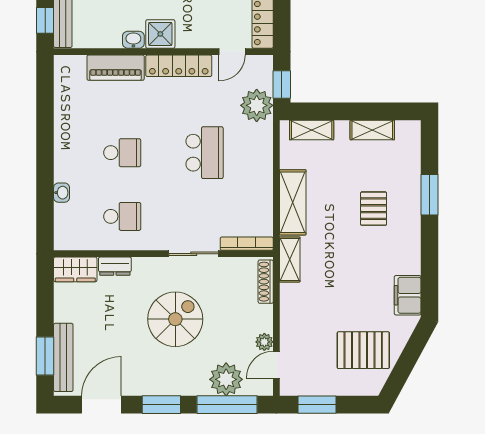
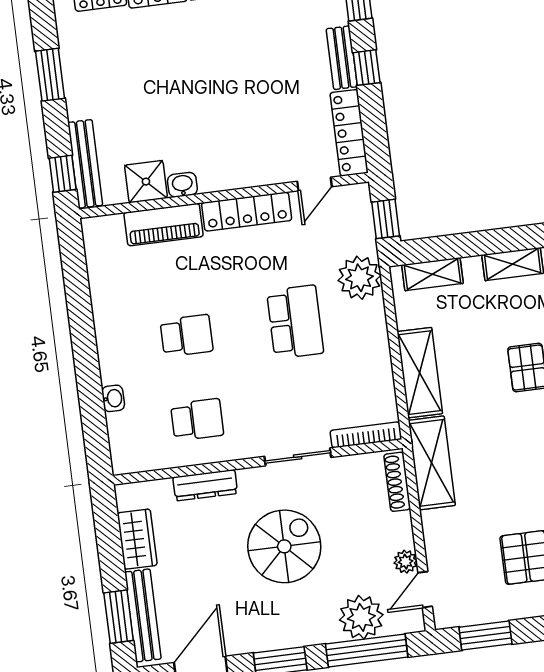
shower: (160, 34) -> (146, 182), moved
plant: (257, 105) -> (359, 278), moved
shelving: (290, 259) -> (432, 463), width x1.50, depth x1.33
dresser: (115, 266) -> (205, 485), width x1.44
wardrobe: (75, 269) -> (137, 539), moved, turned -90

